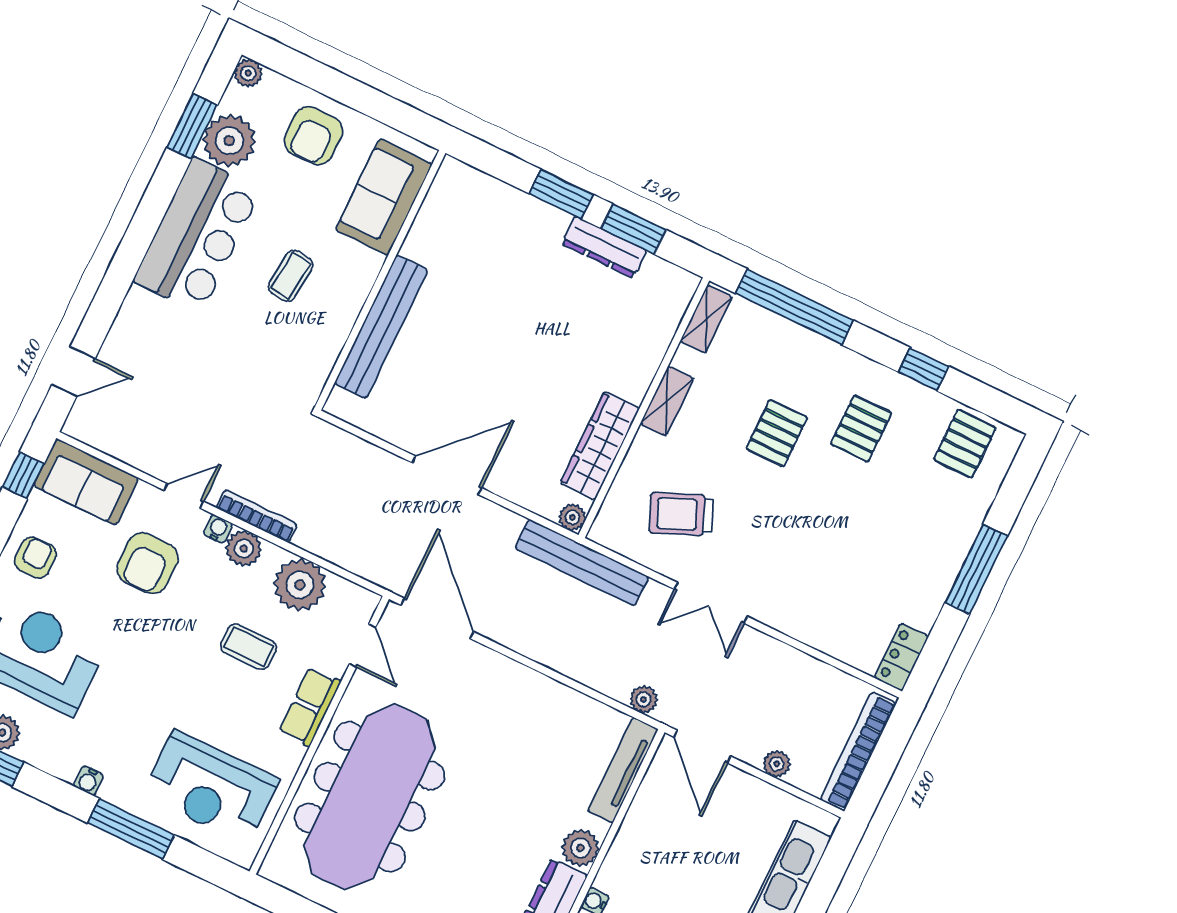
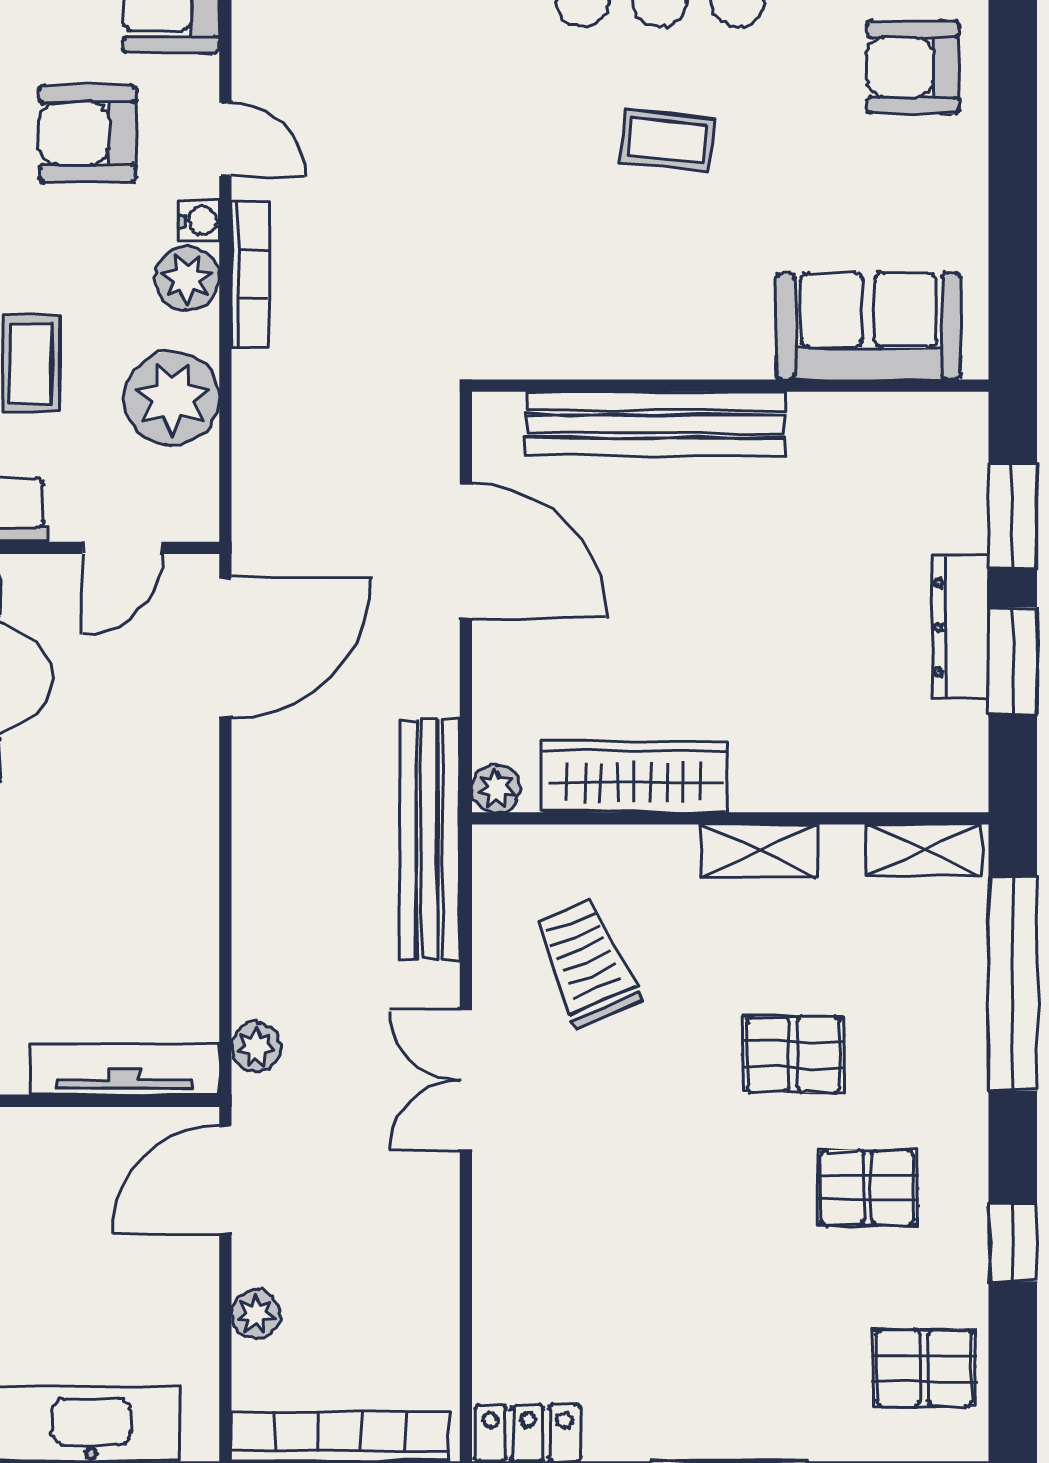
sofa: (384, 197) -> (868, 326), moved
wall: (380, 280) -> (730, 386), moved
bench: (381, 327) -> (656, 424), moved

